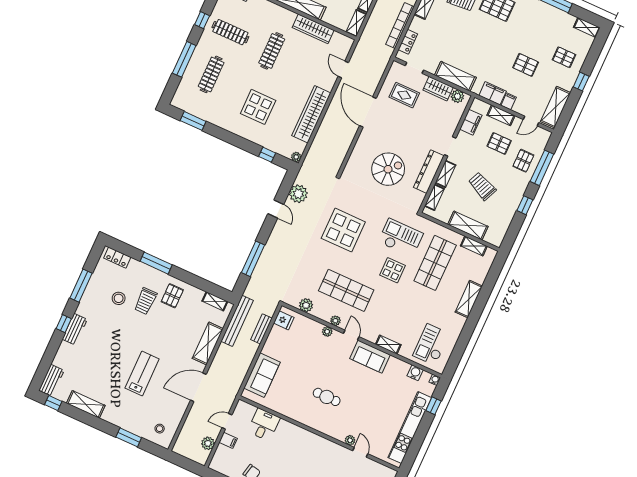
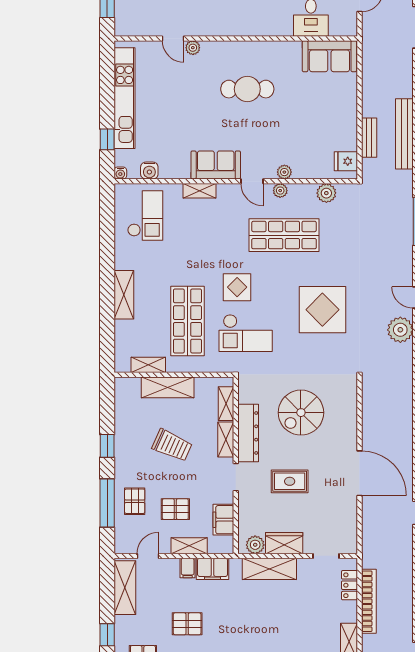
rug: (404, 95) -> (290, 481), moved
sofa: (262, 375) -> (329, 56), moved, turned -90
cafe table: (327, 397) -> (247, 89), width x1.37, depth x1.35

